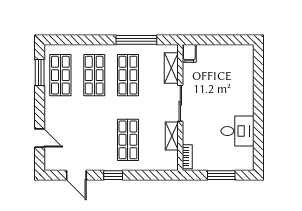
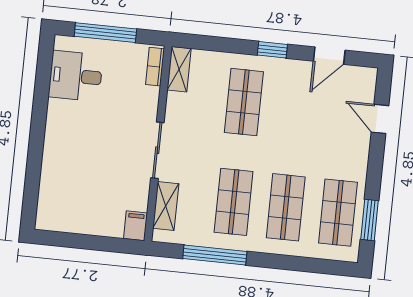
desk: (238, 131) -> (76, 76), moved
shelving: (172, 136) -> (179, 69), moved
door: (76, 175) -> (329, 56), swing flipped
window: (221, 175) -> (105, 33), width x1.44

